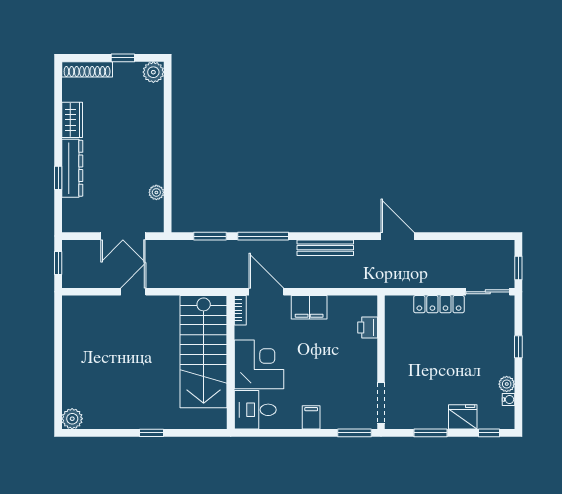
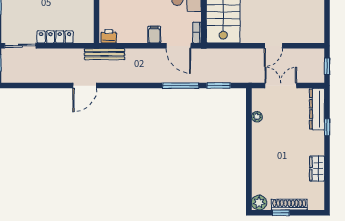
shoe rack: (87, 69) -> (289, 205), moved
dresser: (72, 168) -> (317, 109), moved
door: (398, 236) -> (85, 86), hinge flipped
bench: (325, 248) -> (105, 54), moved
filing cabinet: (309, 307) -> (154, 35), width x0.50
printer: (368, 328) -> (109, 36), moved, turned -90

